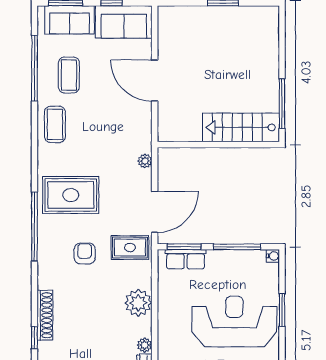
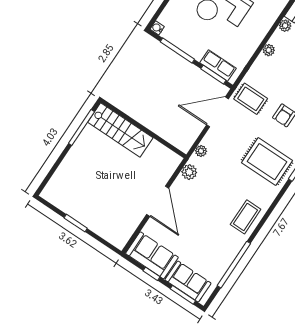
coffee table: (69, 75) -> (214, 244), removed
plant: (143, 132) -> (189, 172), added
plant: (138, 303) -> (269, 50), width x0.53, depth x0.53

